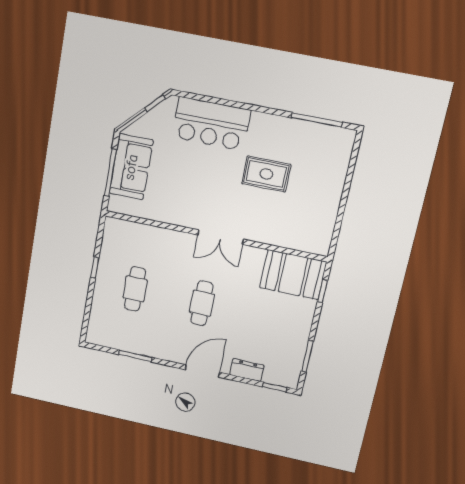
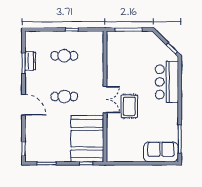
sofa: (131, 167) -> (161, 152), moved, turned 180
rug: (266, 174) -> (129, 106), moved
double door: (221, 237) -> (105, 100), swing flipped
booth: (293, 275) -> (87, 139), width x1.36, depth x1.42
dresser: (247, 370) -> (30, 61), moved

